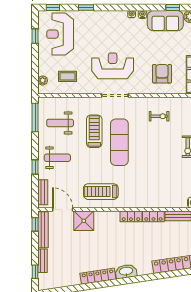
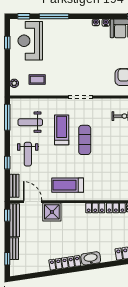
window: (86, 7) -> (54, 16), width x2.17
reception desk: (113, 66) -> (78, 70), removed
exercise mat: (119, 142) -> (85, 140), width x0.73, depth x0.69
weight bench: (57, 158) -> (28, 154), turned 90

